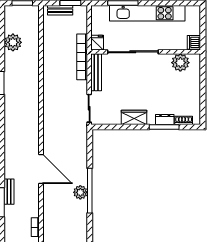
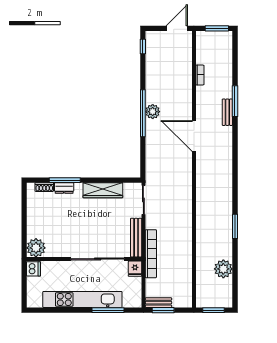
bench: (60, 10) -> (158, 303), moved
plant: (180, 63) -> (36, 248), moved
wardrobe: (134, 117) -> (103, 190), width x1.50

